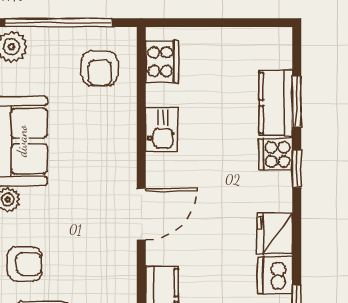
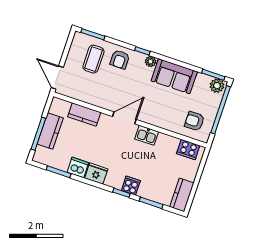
kitchen counter: (276, 103) -> (182, 195), moved, turned -90
kitchen sink: (161, 129) -> (147, 135), moved
door: (141, 214) -> (124, 118), swing flipped

